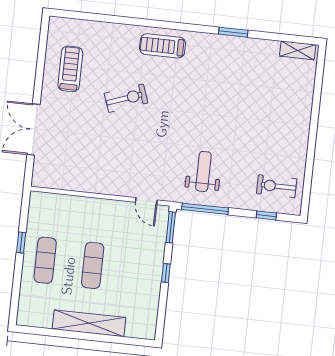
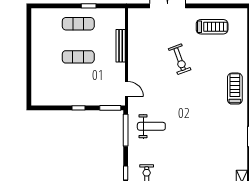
exercise bike: (126, 98) -> (180, 59), moved
door: (146, 201) -> (127, 89), swing flipped
bench: (83, 203) -> (121, 46), added
shelving: (89, 323) -> (38, 59), removed

